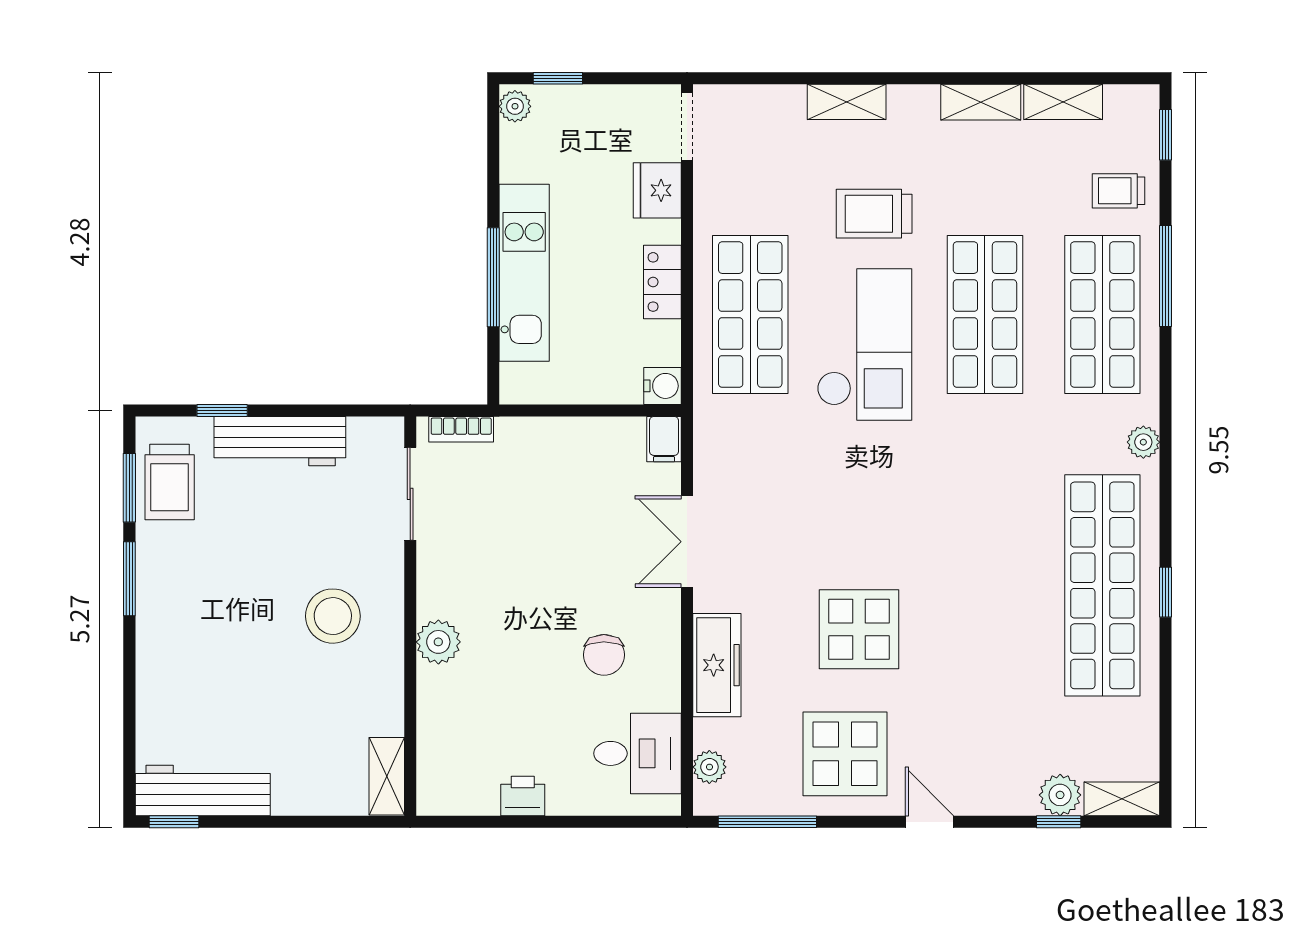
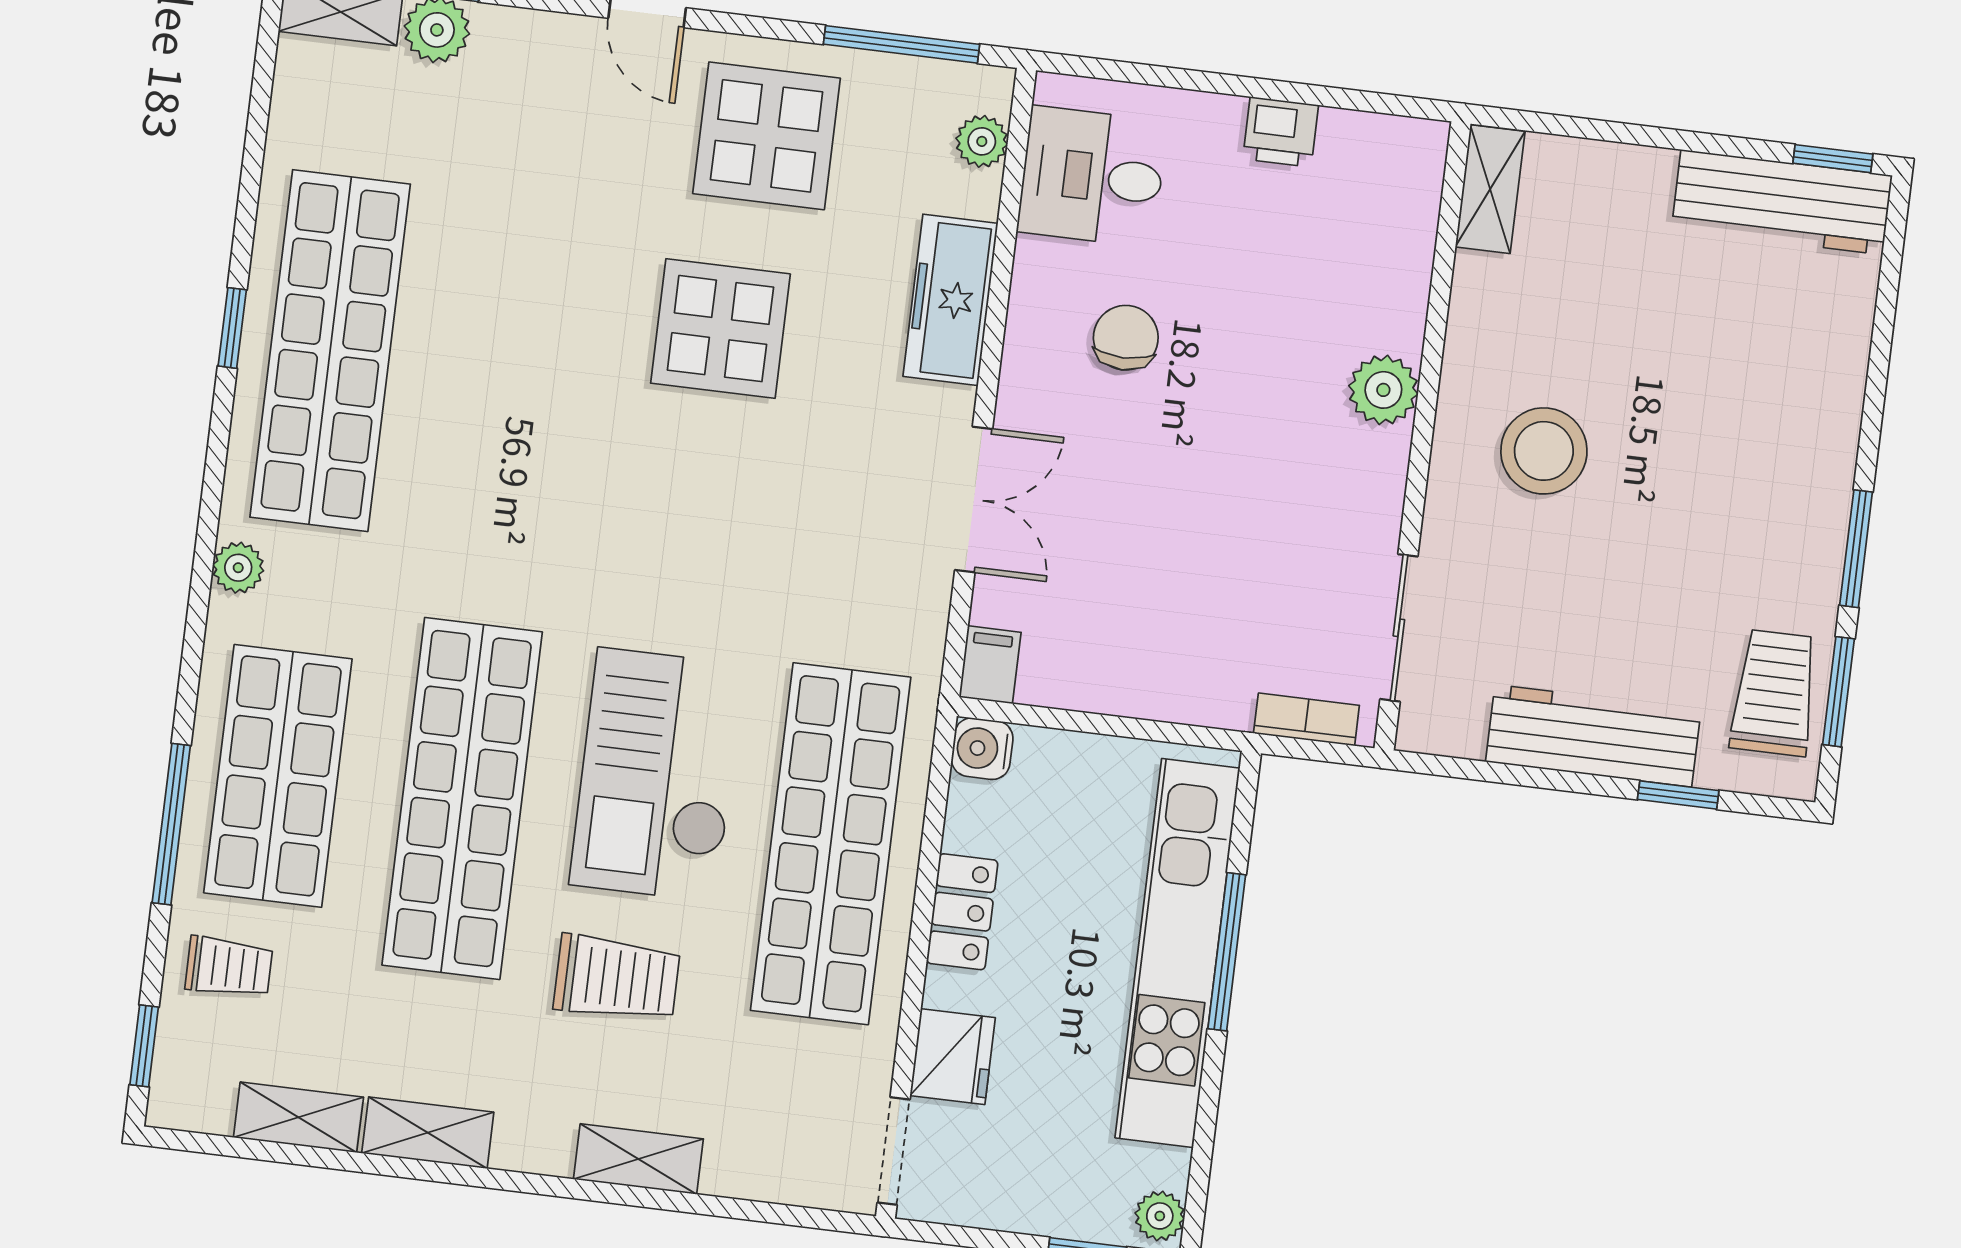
kitchen unit: (524, 273) -> (1177, 953), width x1.36
shop shelf: (750, 315) -> (831, 844), width x1.40
shop shelf: (985, 315) -> (462, 798), width x1.40

